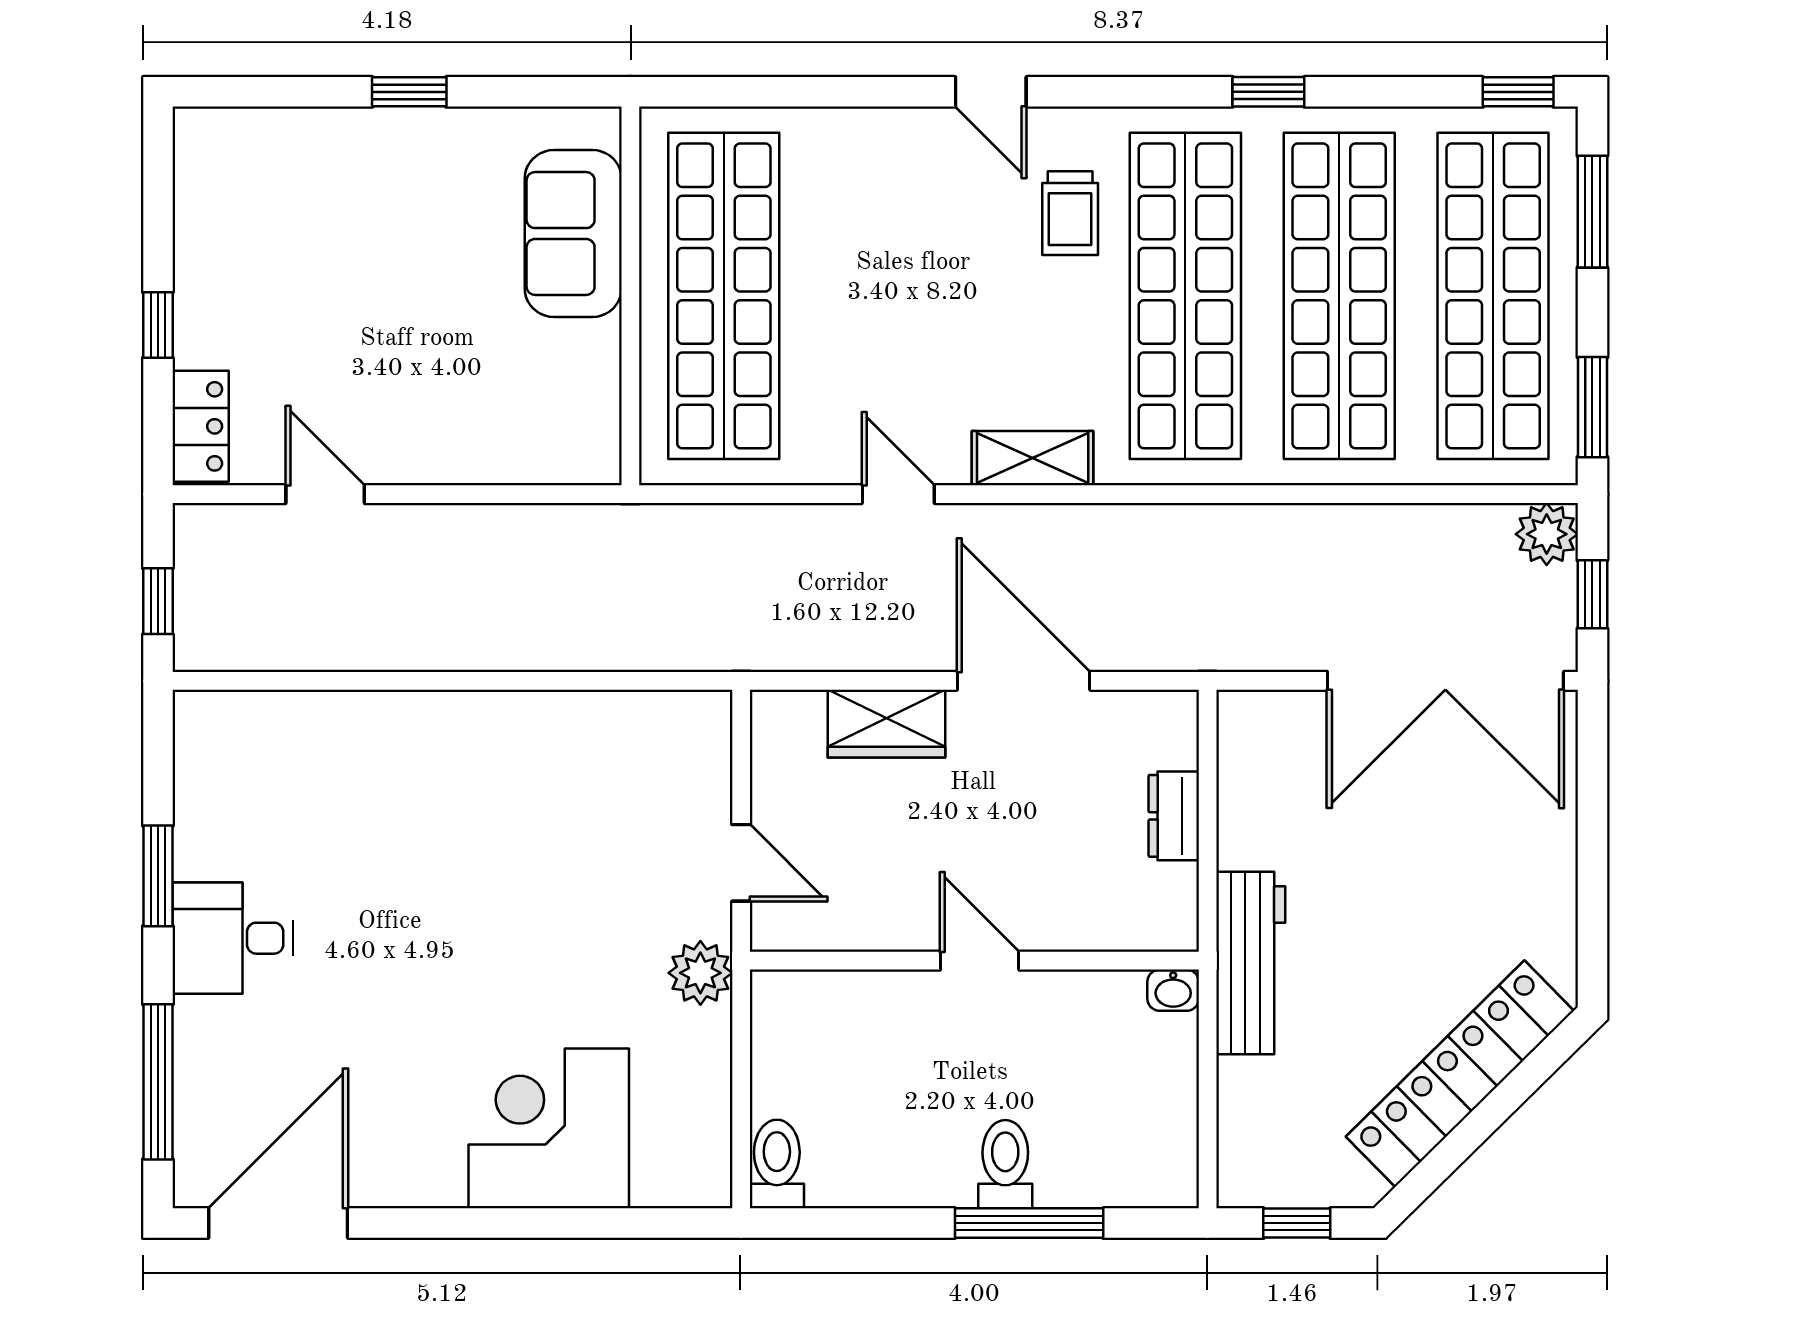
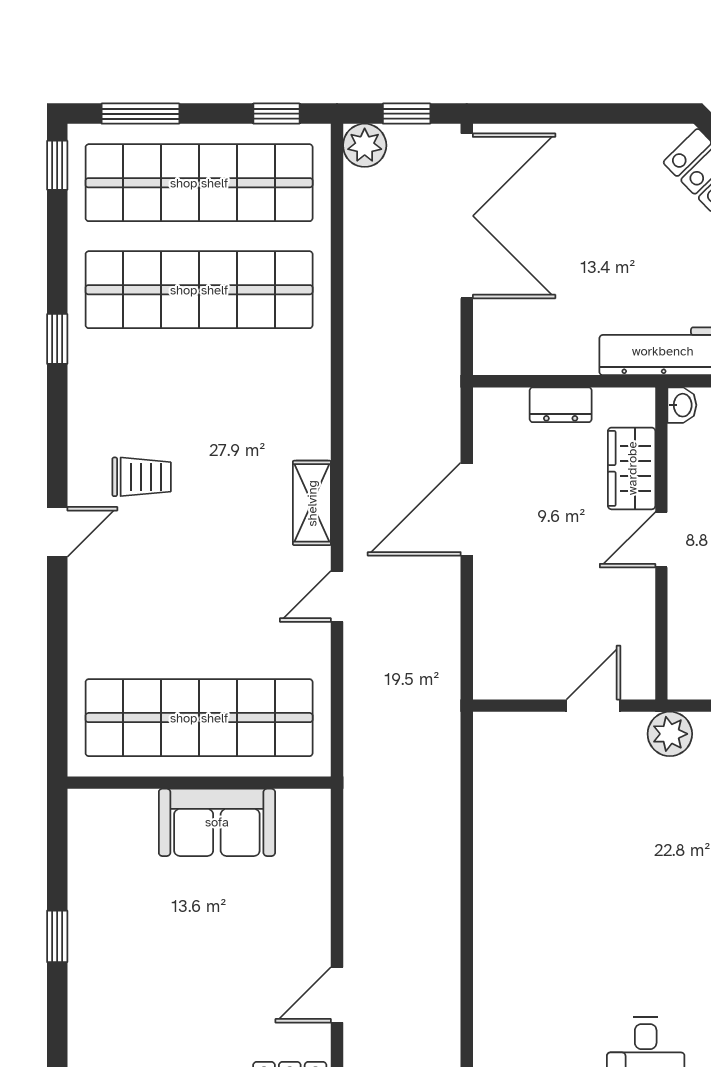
sofa: (573, 234) -> (217, 822), moved
shop shelf: (1185, 296) -> (199, 397), removed
window: (1592, 407) -> (276, 114), width x0.67
wardrobe: (887, 724) -> (632, 468), moved, turned 180

